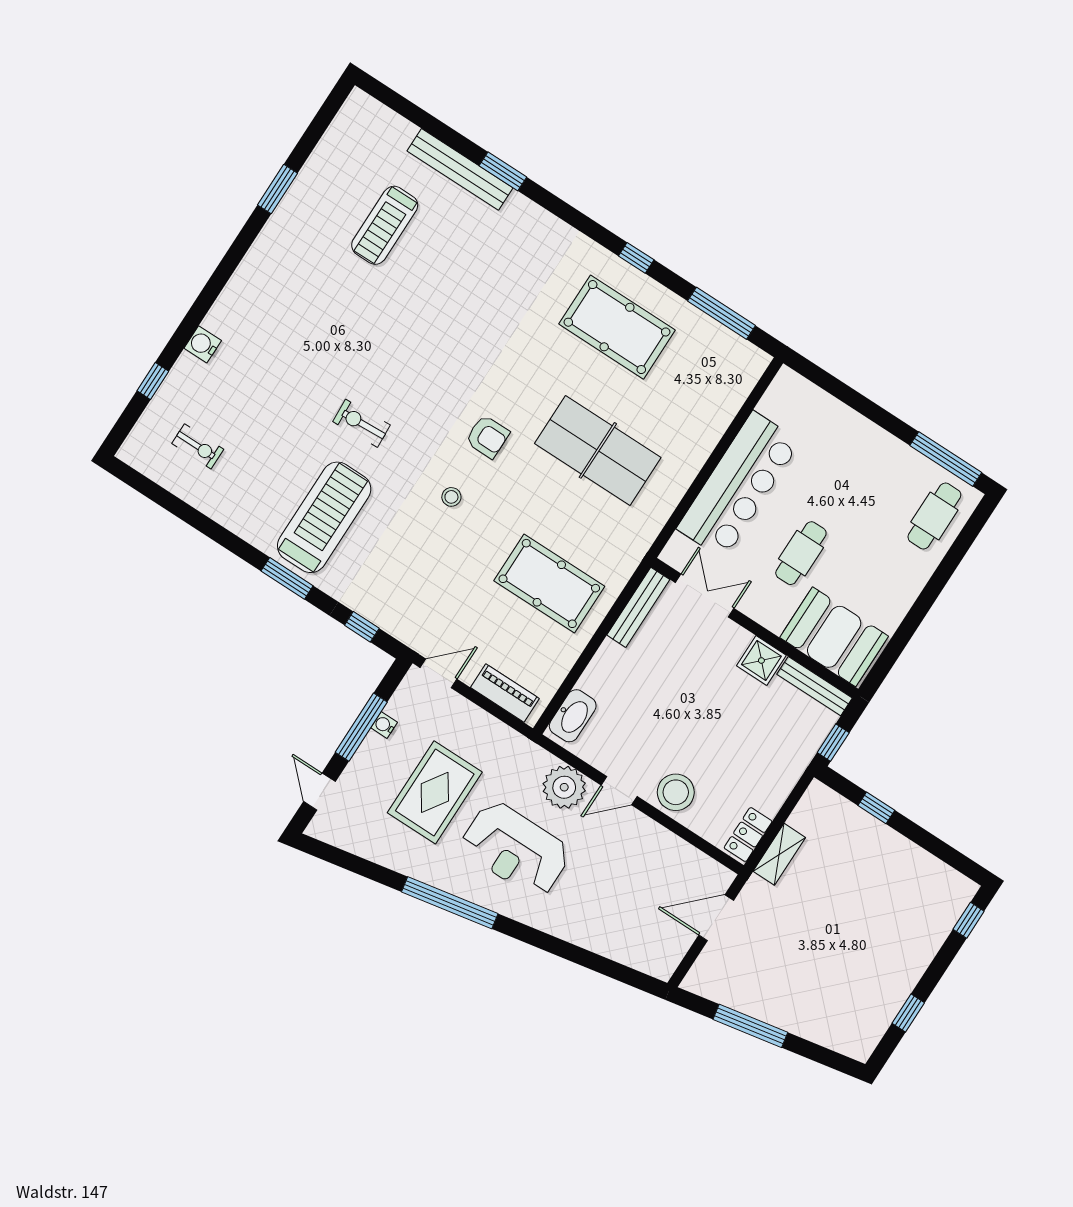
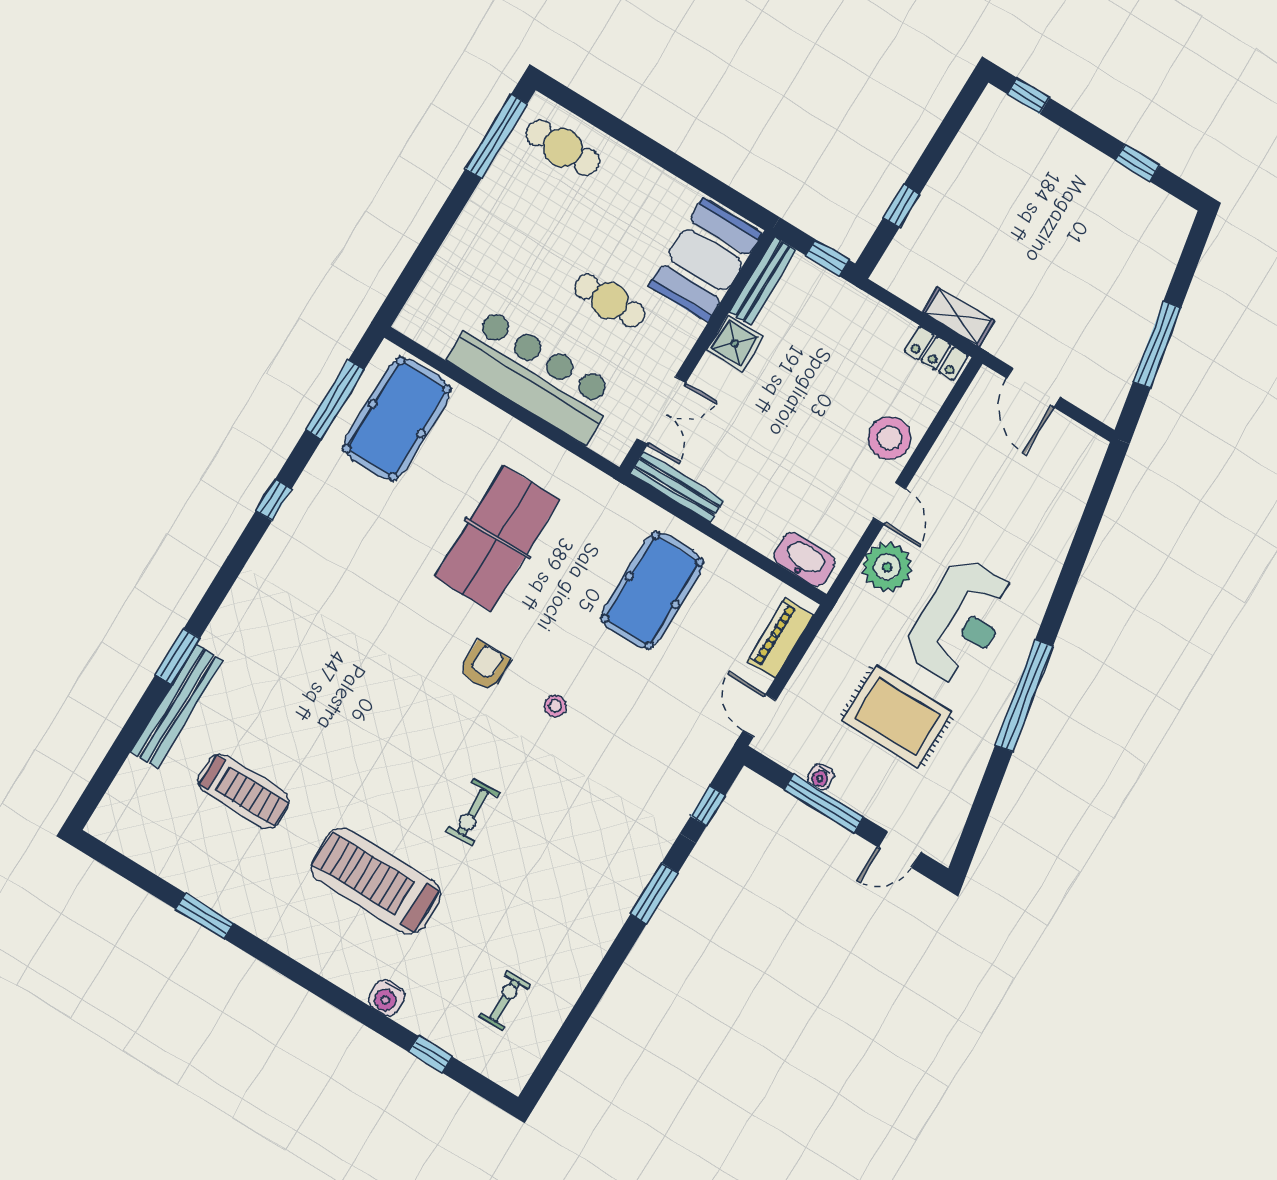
pool table: (617, 327) -> (397, 419), moved
treadmill: (324, 517) -> (376, 881), moved
double door: (705, 595) -> (661, 411), swing flipped

